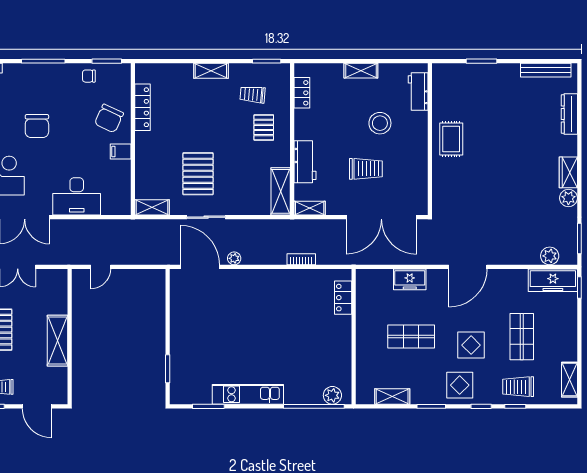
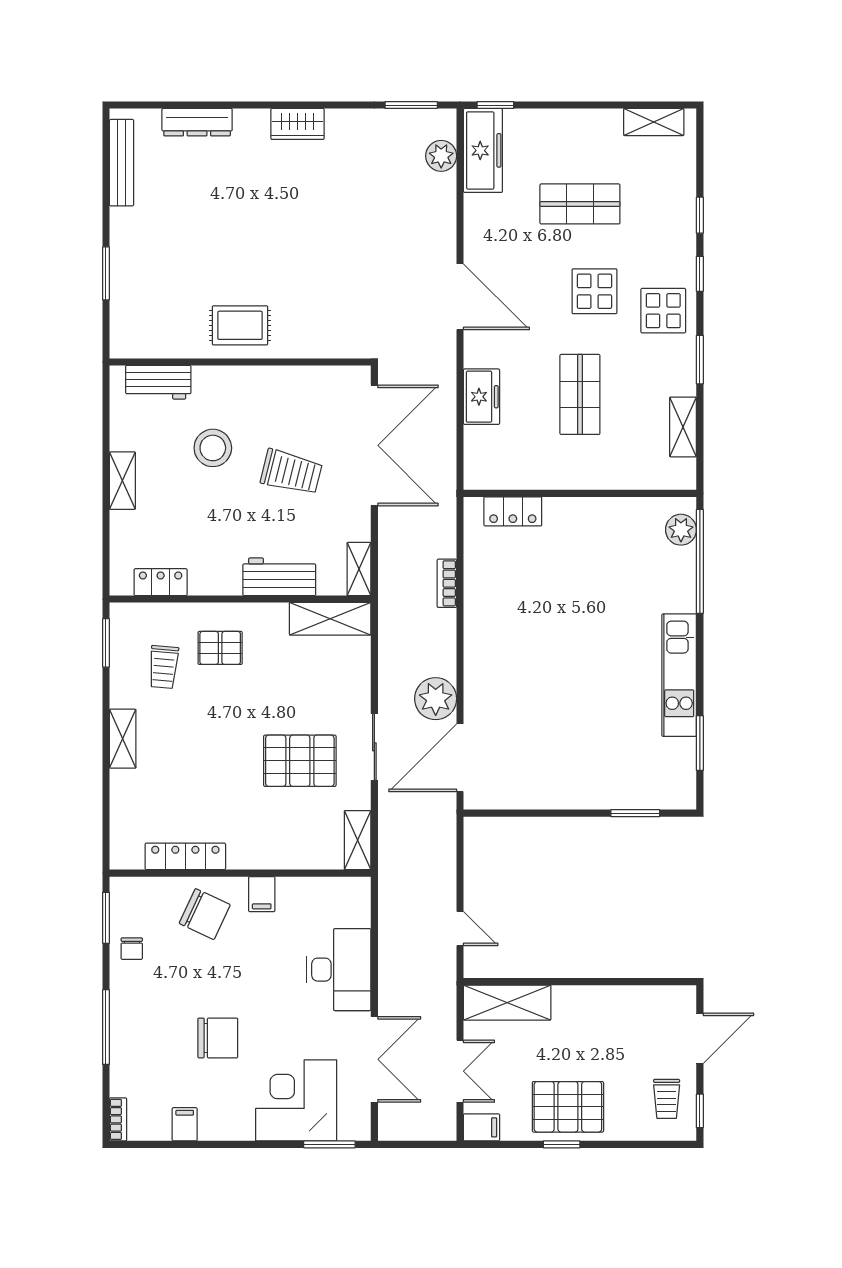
trolley: (366, 169) -> (291, 472), turned 104
plant: (568, 198) -> (342, 124), removed
plant: (234, 258) -> (436, 699), width x1.88, depth x1.88
shelving: (58, 341) -> (507, 1003), moved
trolley: (518, 387) -> (666, 210), removed

